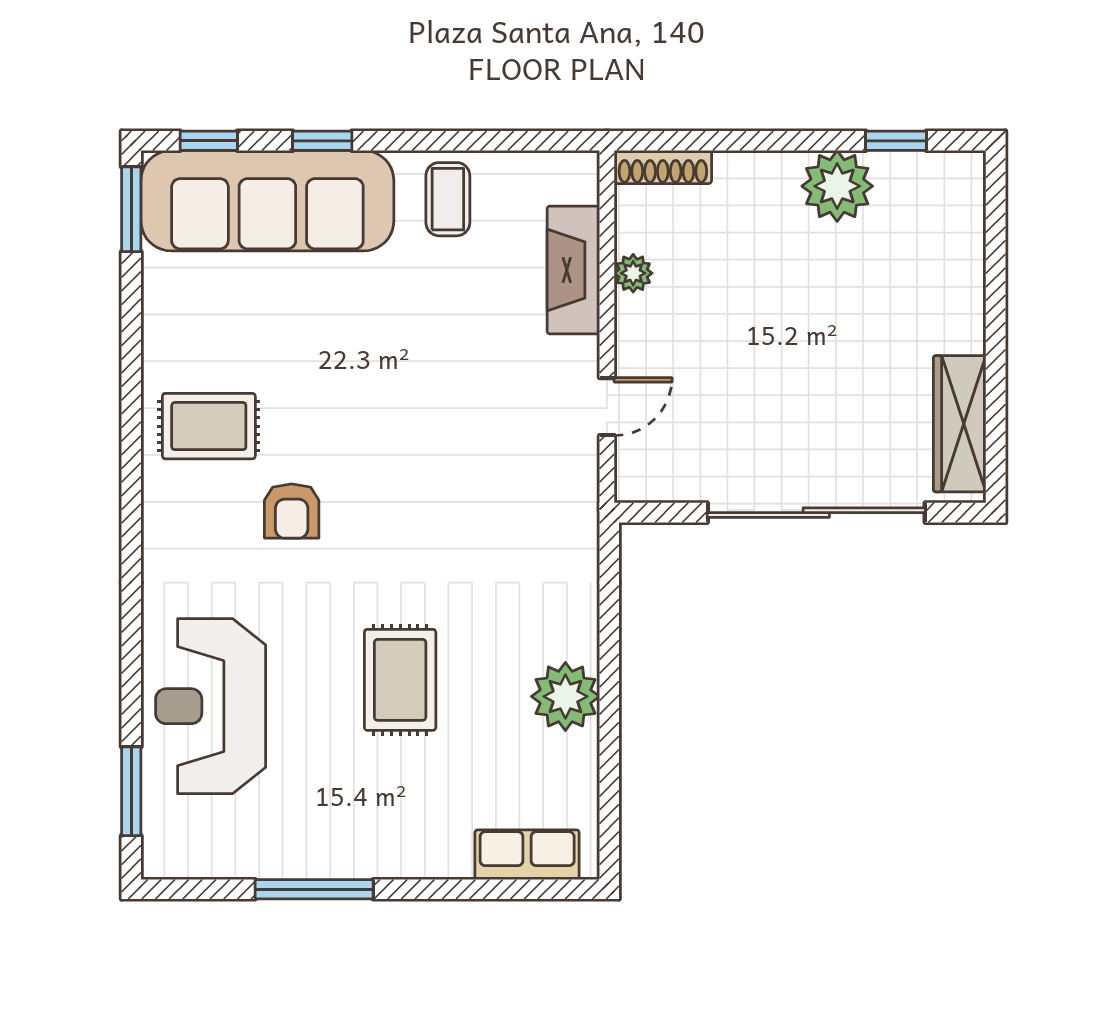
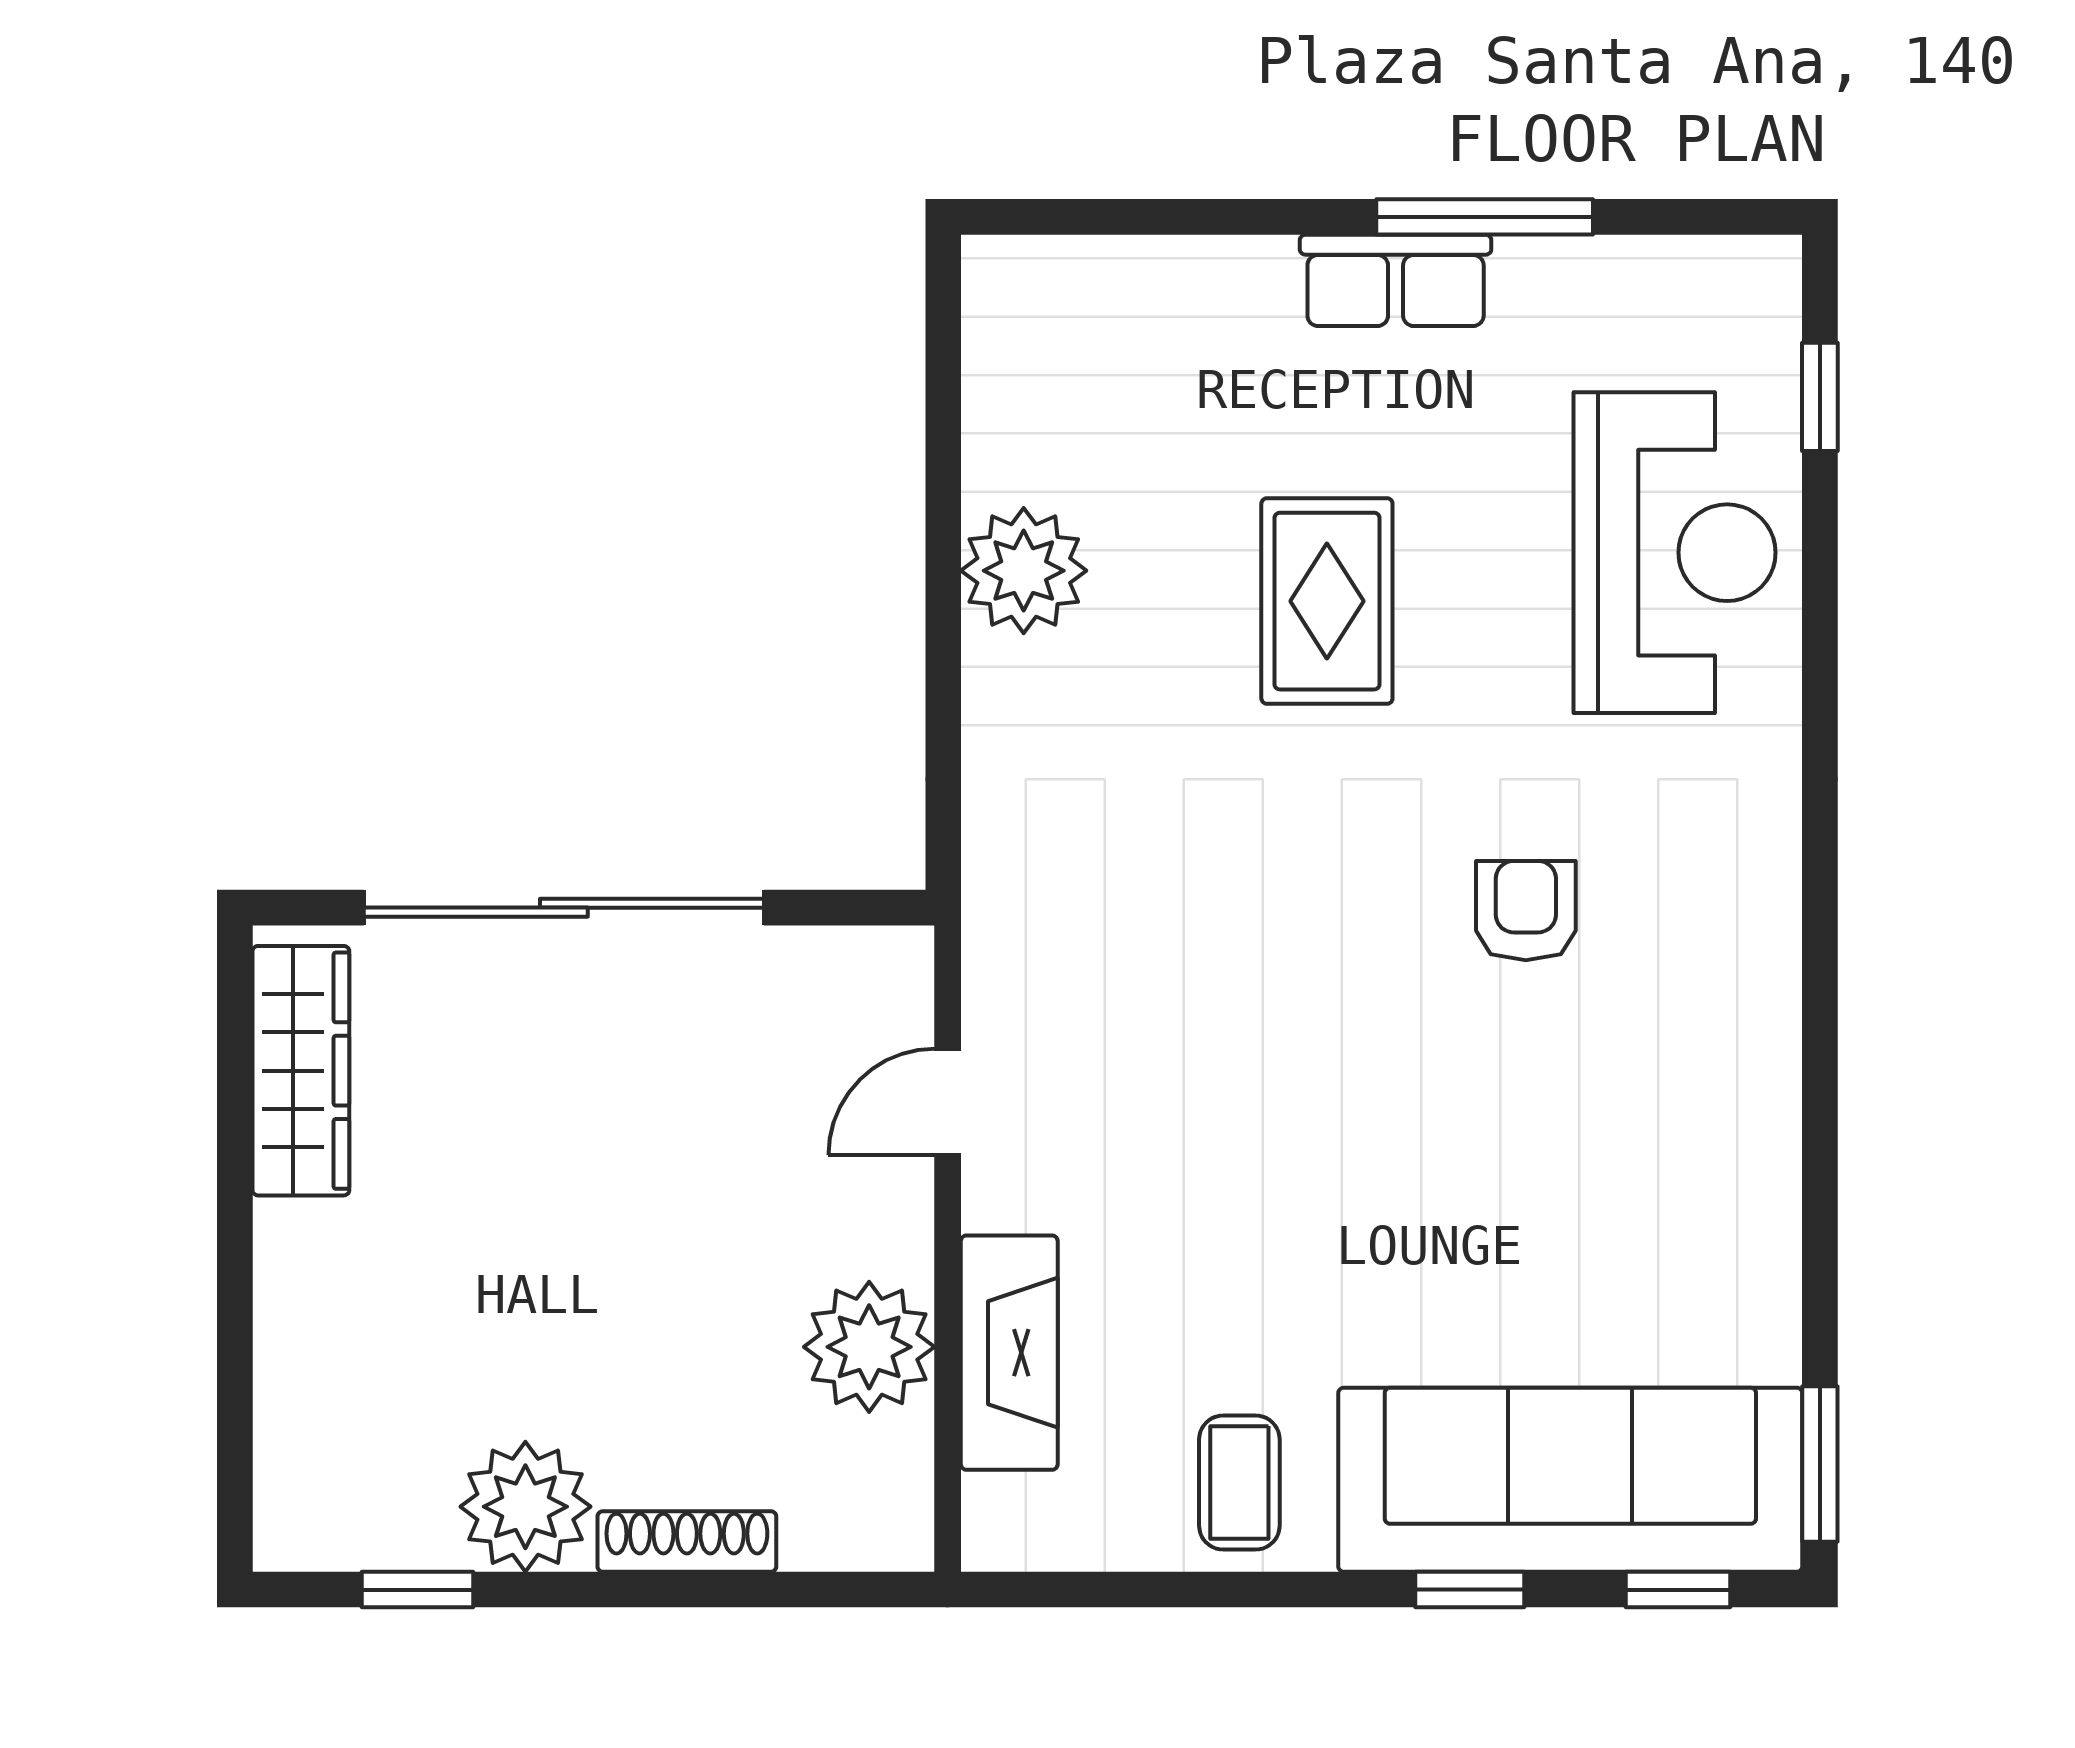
shoe rack: (663, 167) -> (687, 1541), moved
plant: (633, 273) -> (869, 1347), width x1.88, depth x1.88
rug: (209, 426) -> (1678, 1066), removed
window: (131, 791) -> (1820, 397), width x0.67
row of seats: (527, 855) -> (1396, 280), moved

